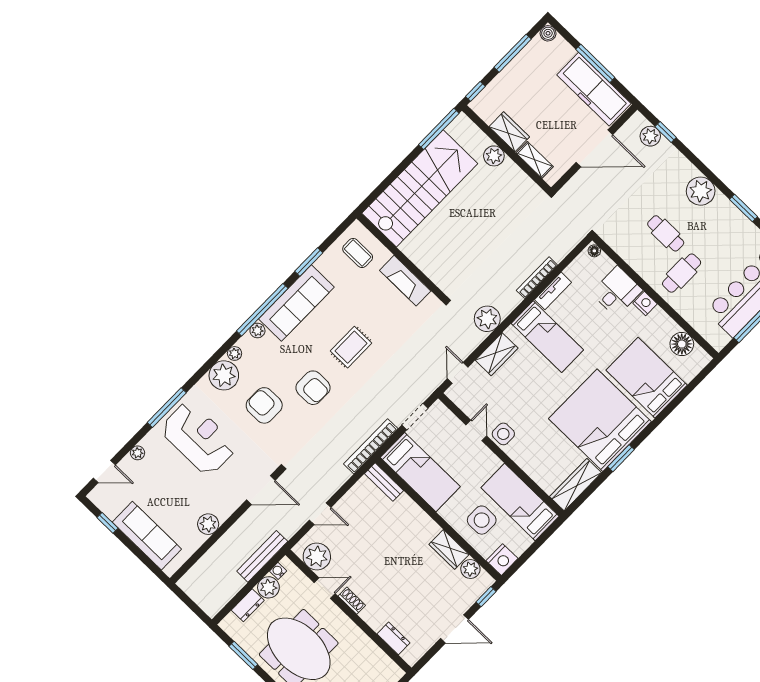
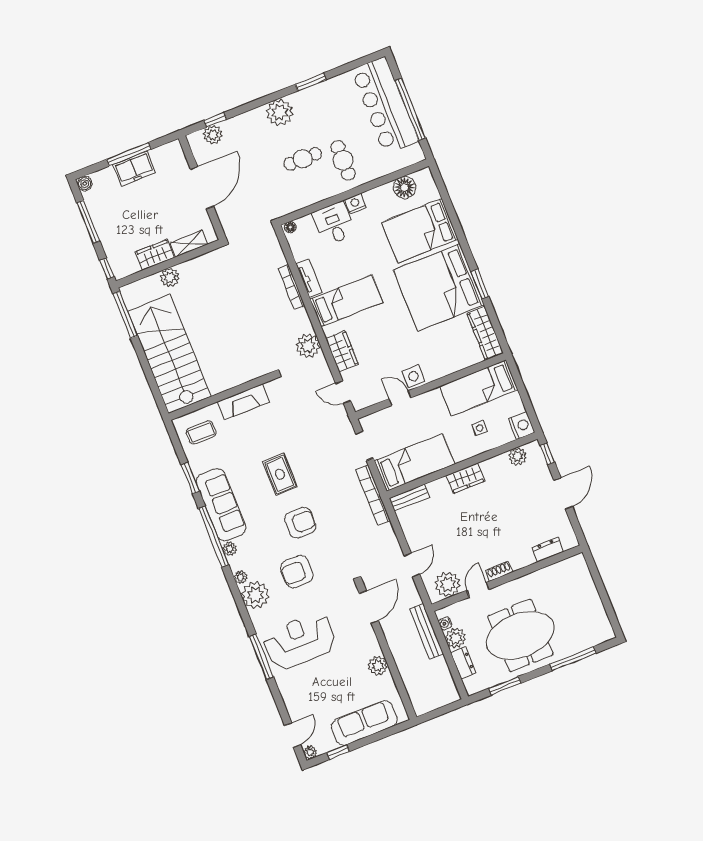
freezer: (594, 89) -> (134, 169), width x0.52, depth x0.79
plant: (137, 453) -> (310, 752), moved
side table: (482, 520) -> (480, 428), width x0.54, depth x0.54
wardrobe: (449, 549) -> (465, 478), moved

